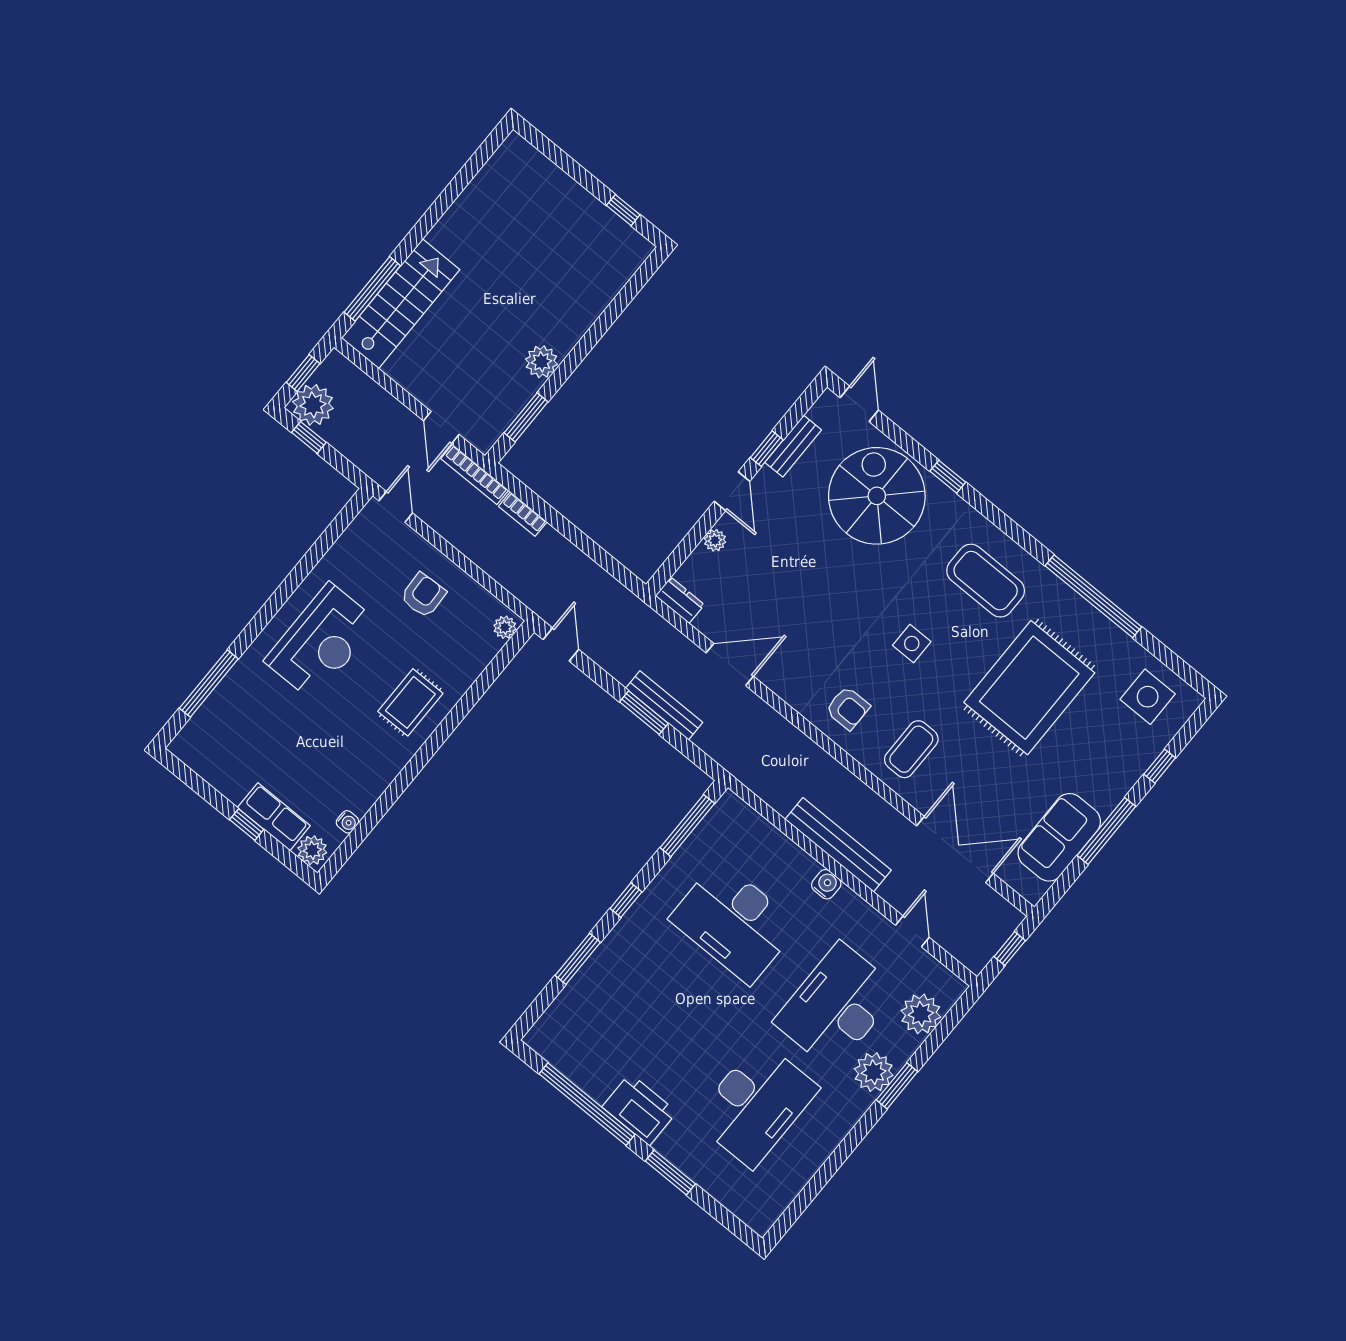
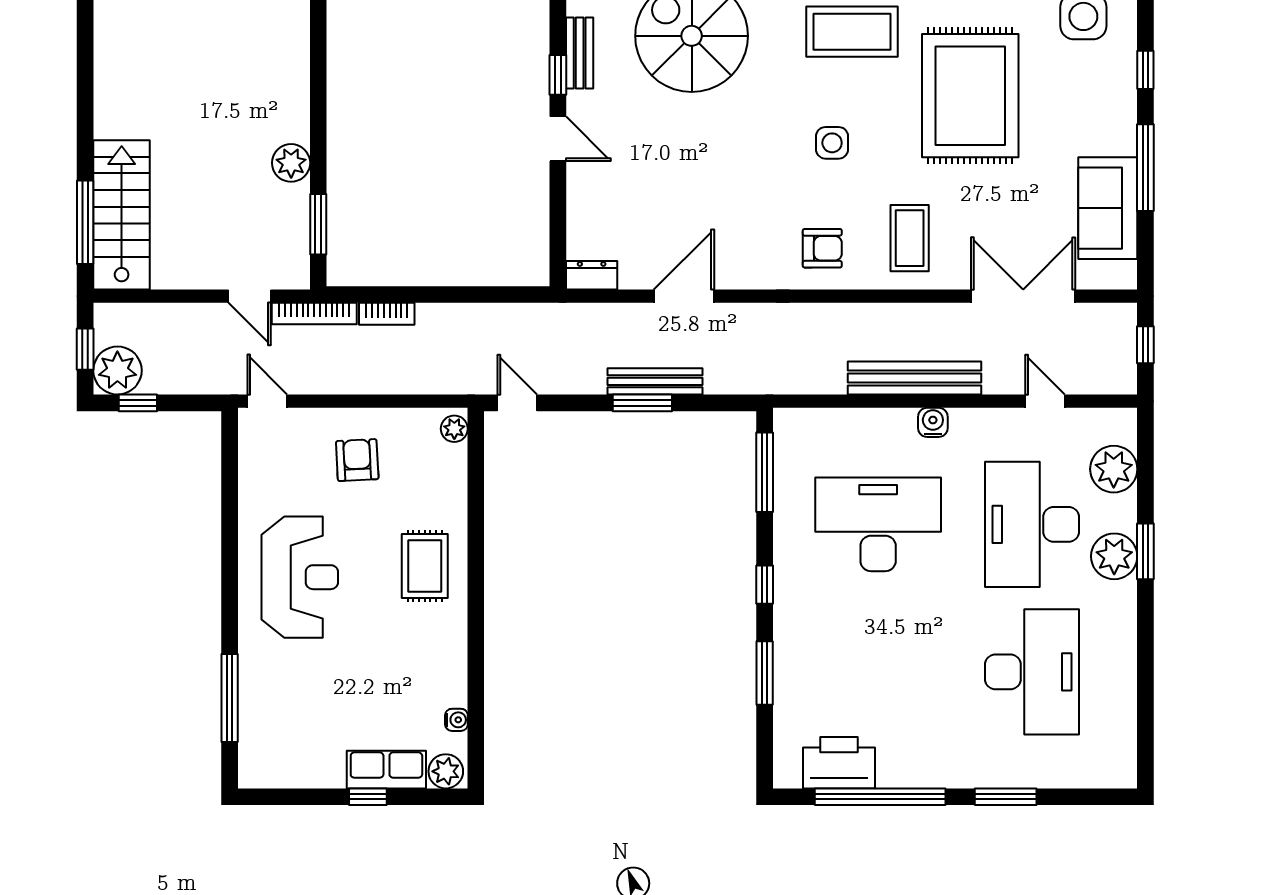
plant: (715, 540) -> (579, 195), removed
desk: (734, 922) -> (878, 524), turned 180
printer: (640, 1109) -> (839, 763), moved

